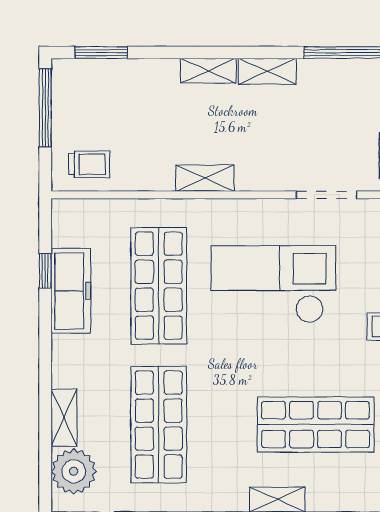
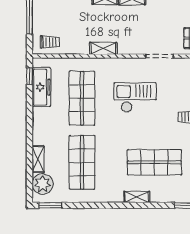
window: (45, 271) -> (30, 76), moved
checkout: (273, 284) -> (135, 97), width x0.73, depth x0.83
freezer: (71, 291) -> (41, 87), moved

